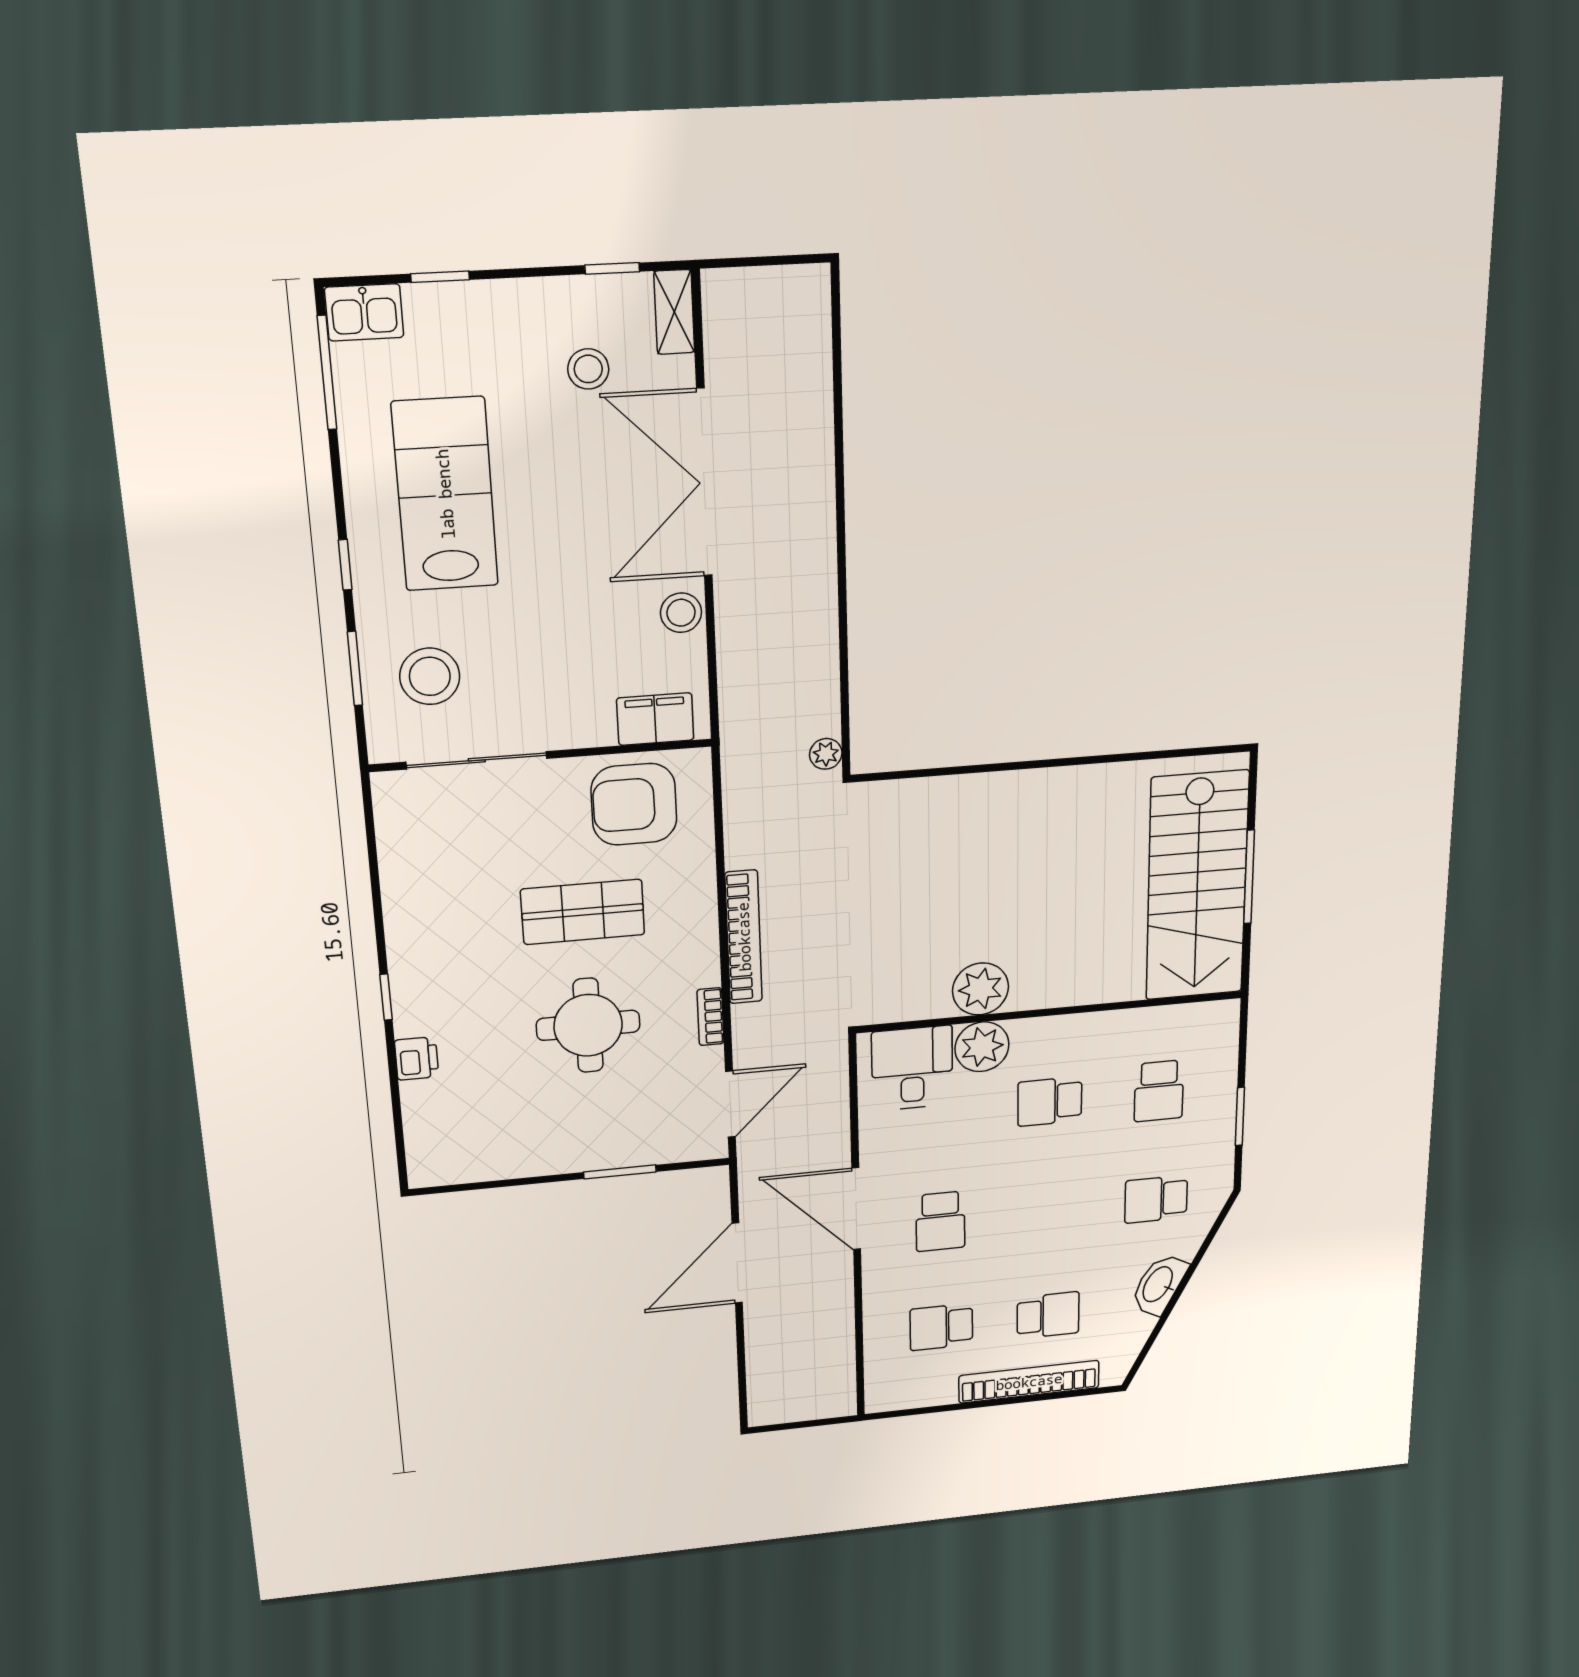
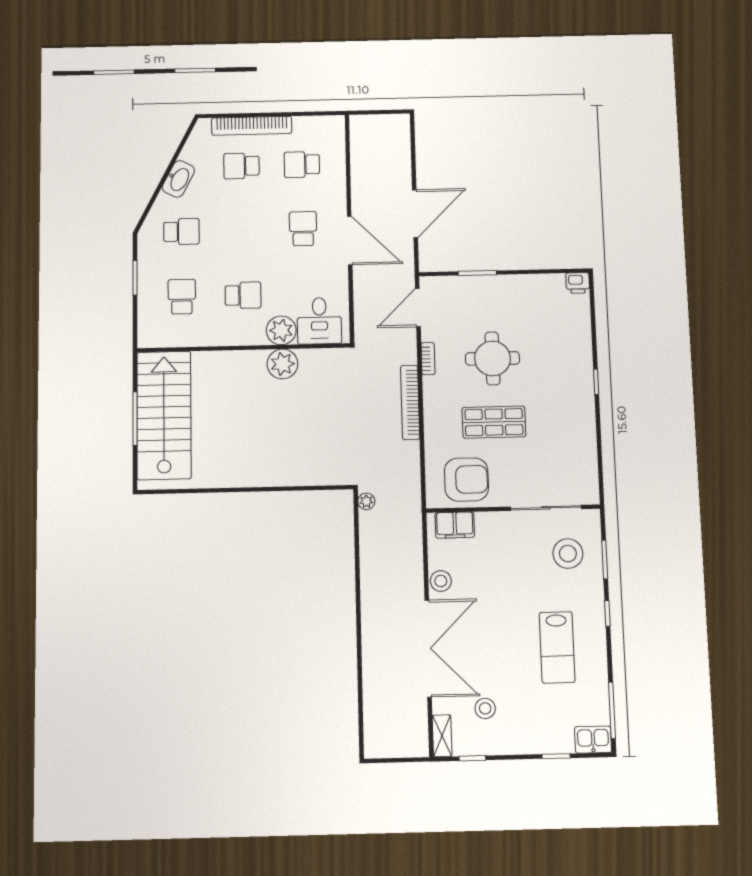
lab bench: (445, 494) -> (557, 647), width x0.73, depth x0.72
printer: (417, 1058) -> (578, 283), moved, turned -90
school desk: (941, 1327) -> (302, 165), turned 180

